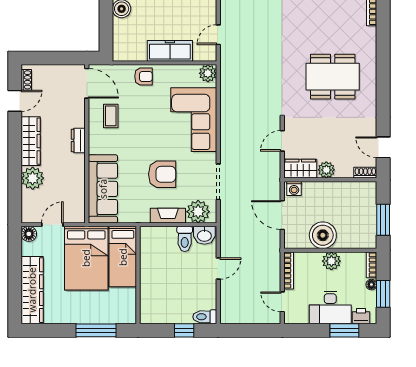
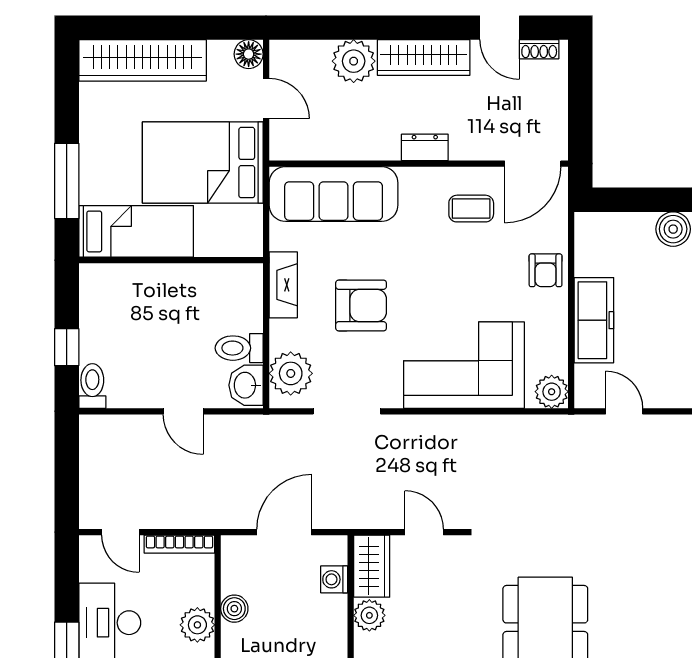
armchair: (162, 174) -> (361, 305), turned -90
washing machine: (294, 189) -> (334, 579), moved
fireplace: (168, 216) -> (283, 285), moved
boiler: (323, 235) -> (234, 609), width x0.54, depth x0.54
bed: (123, 257) -> (136, 231), moved, turned 180
door: (282, 302) -> (120, 532), swing flipped

